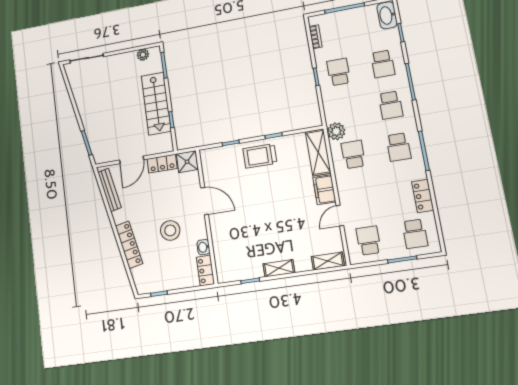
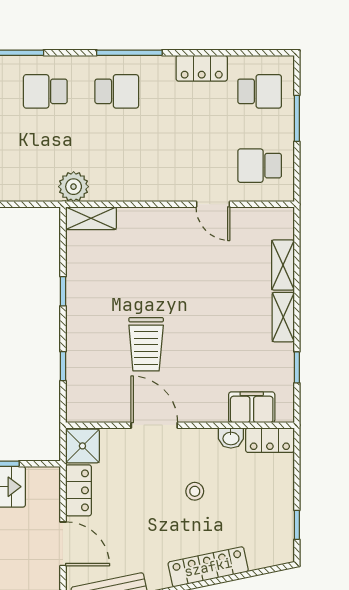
school desk: (391, 105) -> (45, 91), turned 180
shelving: (318, 152) -> (91, 218), width x0.67, depth x0.75
school desk: (353, 154) -> (117, 166), removed
trolley: (260, 156) -> (146, 344), moved
filing cabinet: (324, 190) -> (252, 407), moved, turned 180
door: (205, 201) -> (154, 425), hinge flipped
stool: (170, 230) -> (195, 491), width x0.53, depth x0.53
shelving: (328, 261) -> (283, 265), moved

